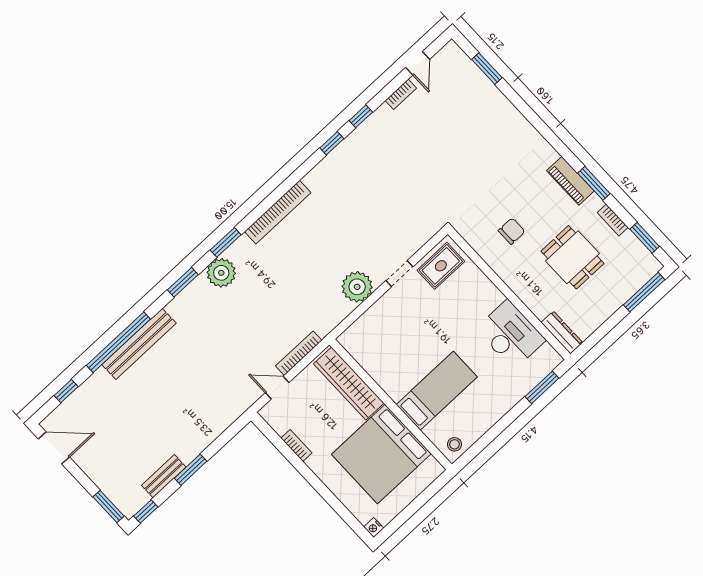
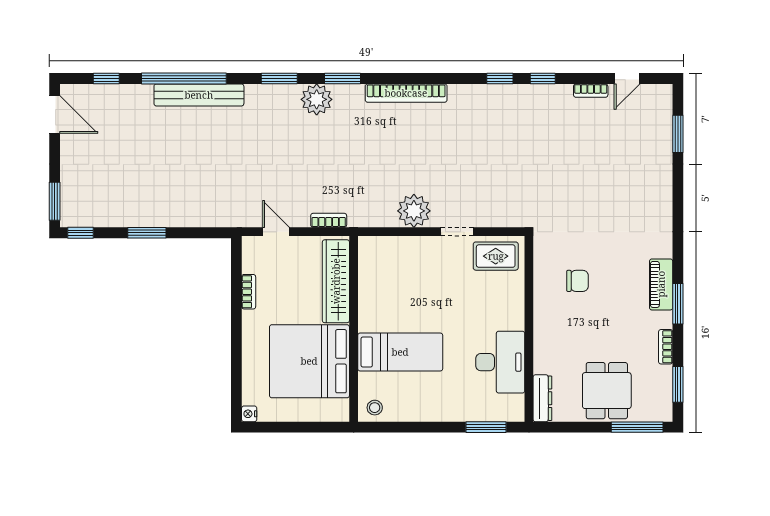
dining table: (572, 257) -> (607, 391), moved
bookcase: (299, 353) -> (329, 220), width x0.64
bench: (164, 476) -> (121, 218), removed

